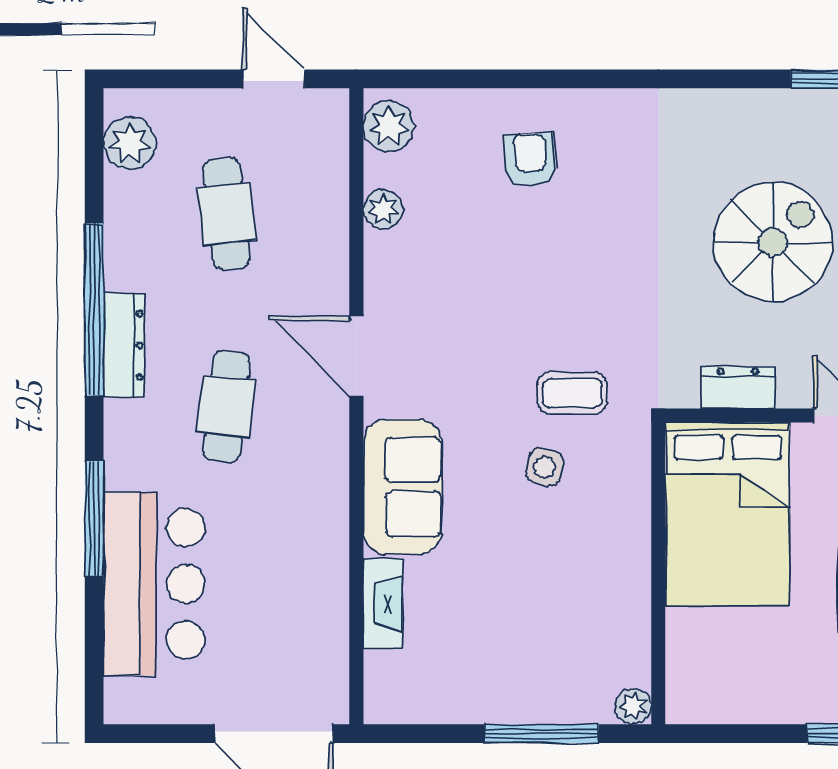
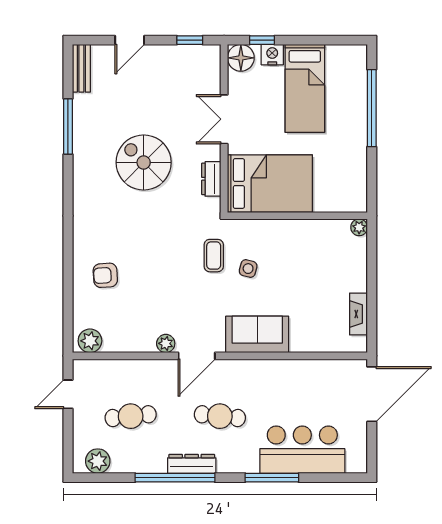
plant: (383, 209) -> (166, 343), moved
fireplace: (383, 603) -> (359, 314), moved, turned -90
window: (542, 734) -> (372, 270), removed

